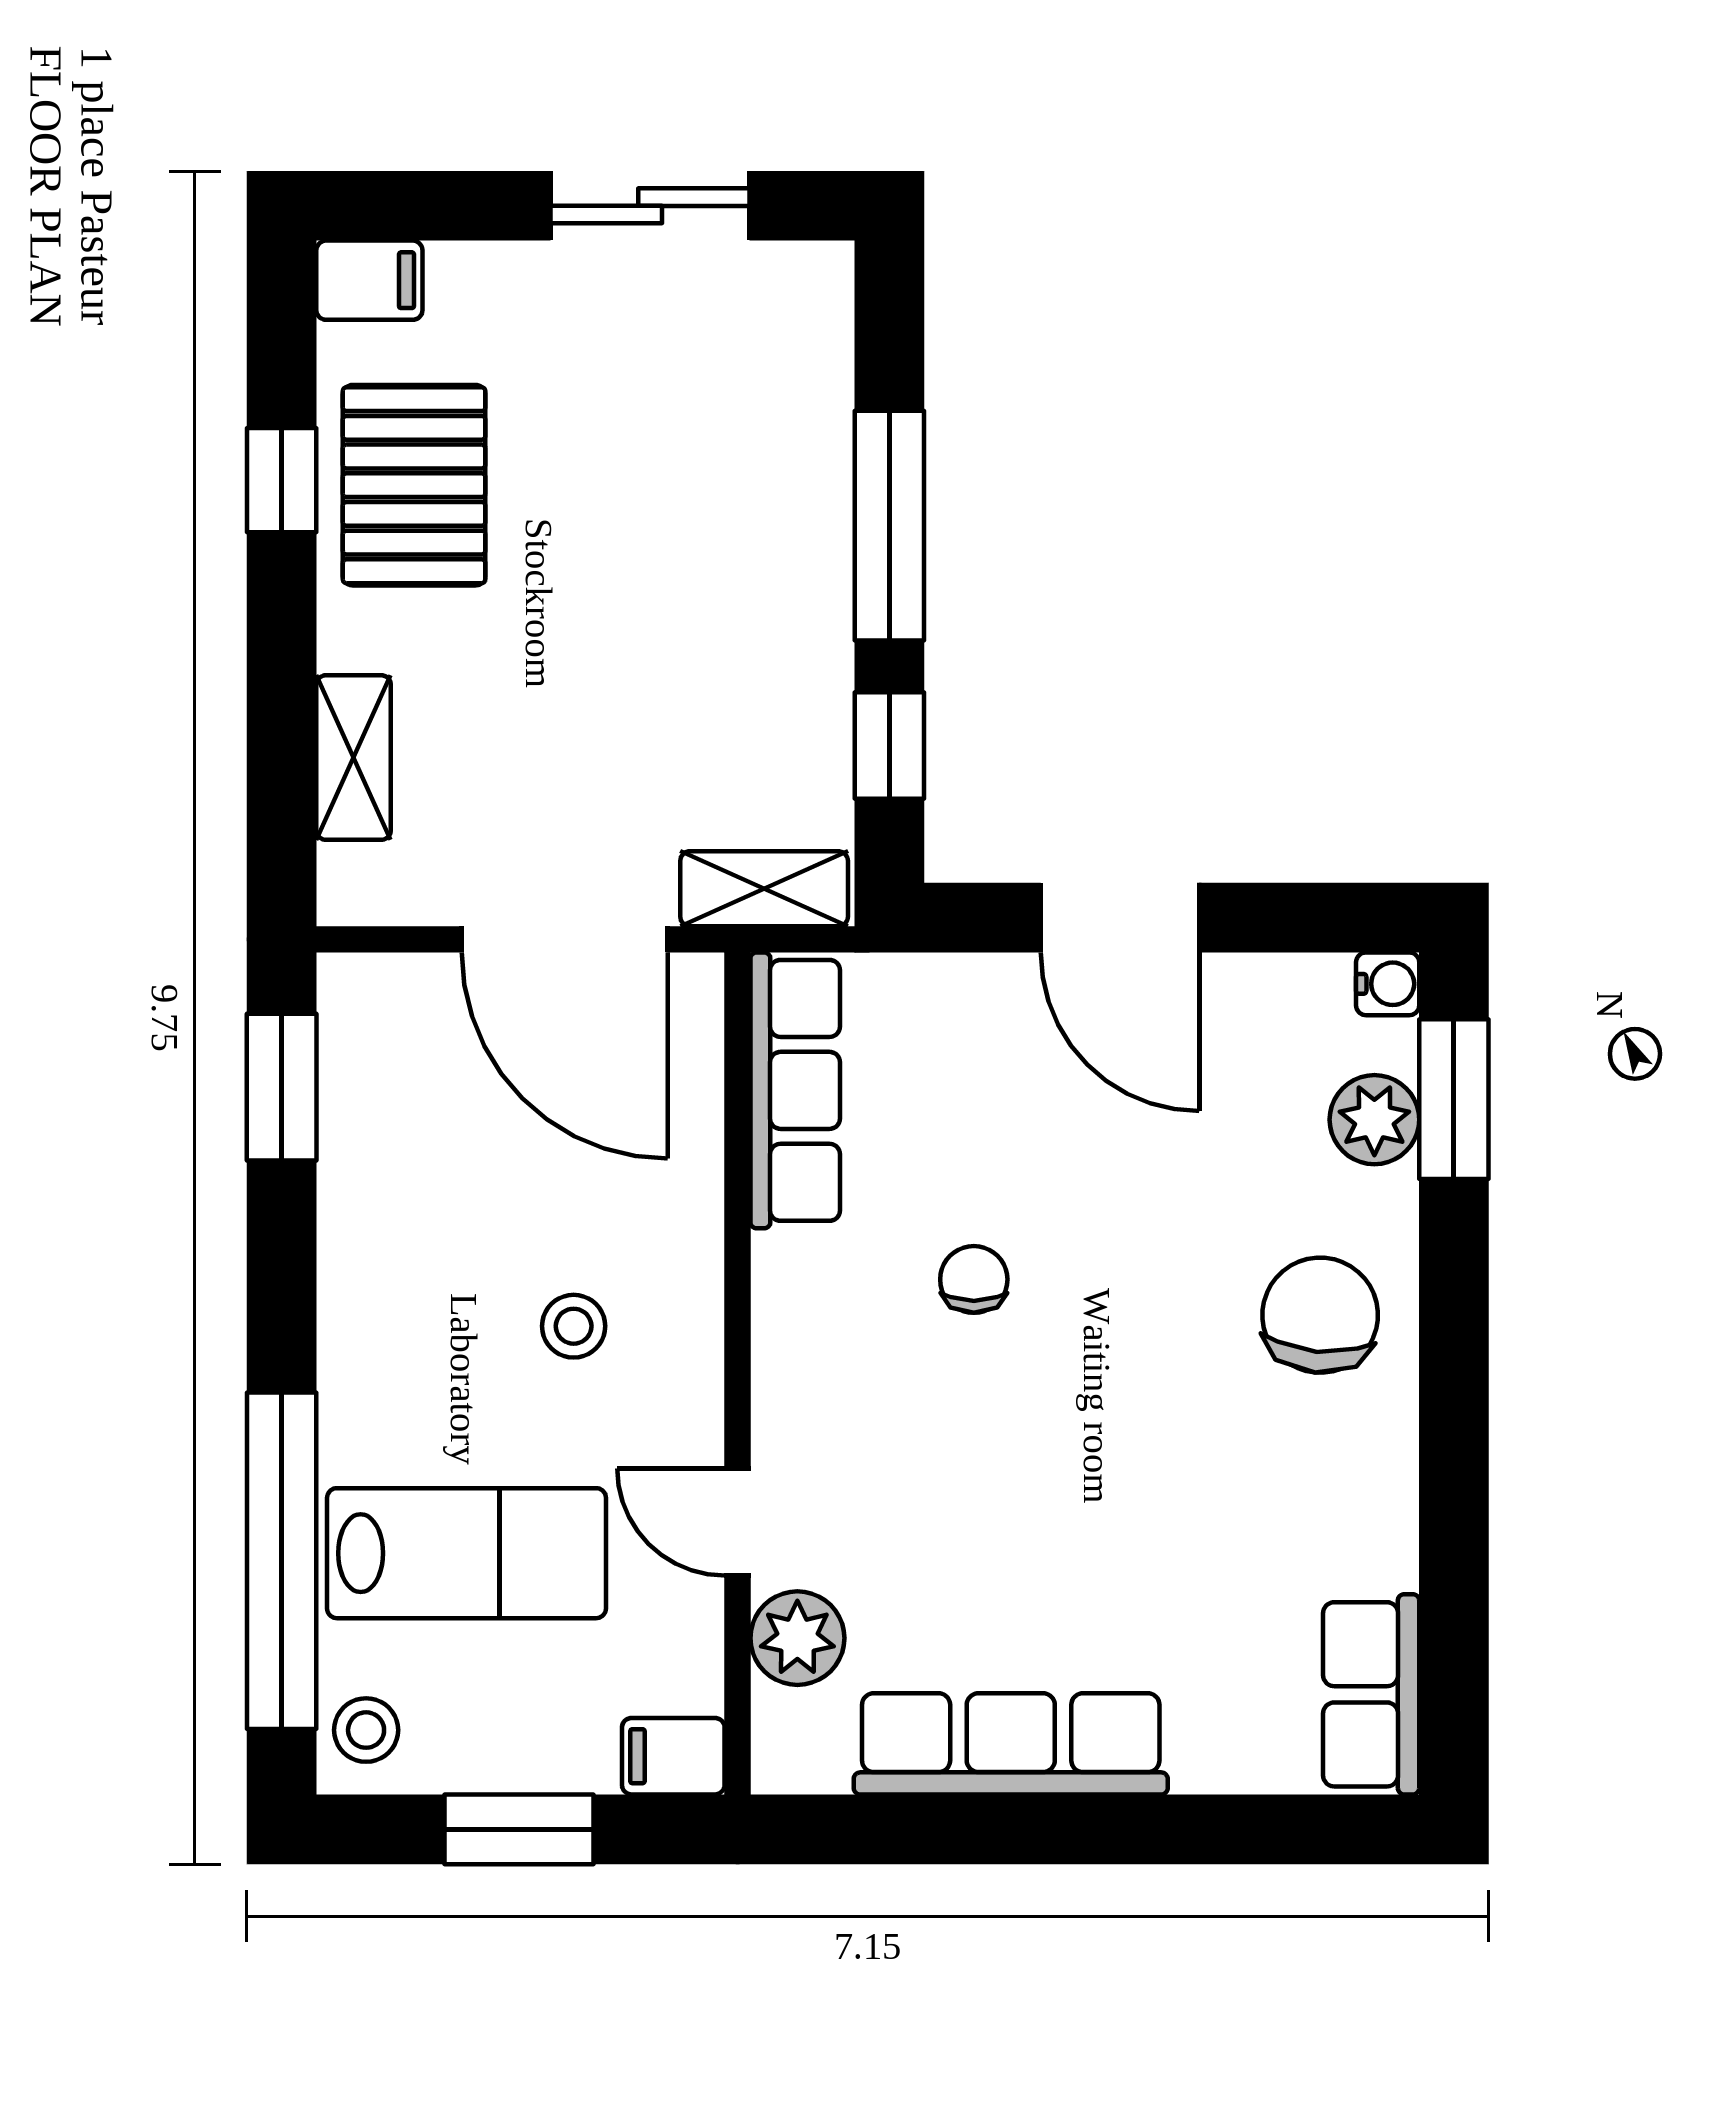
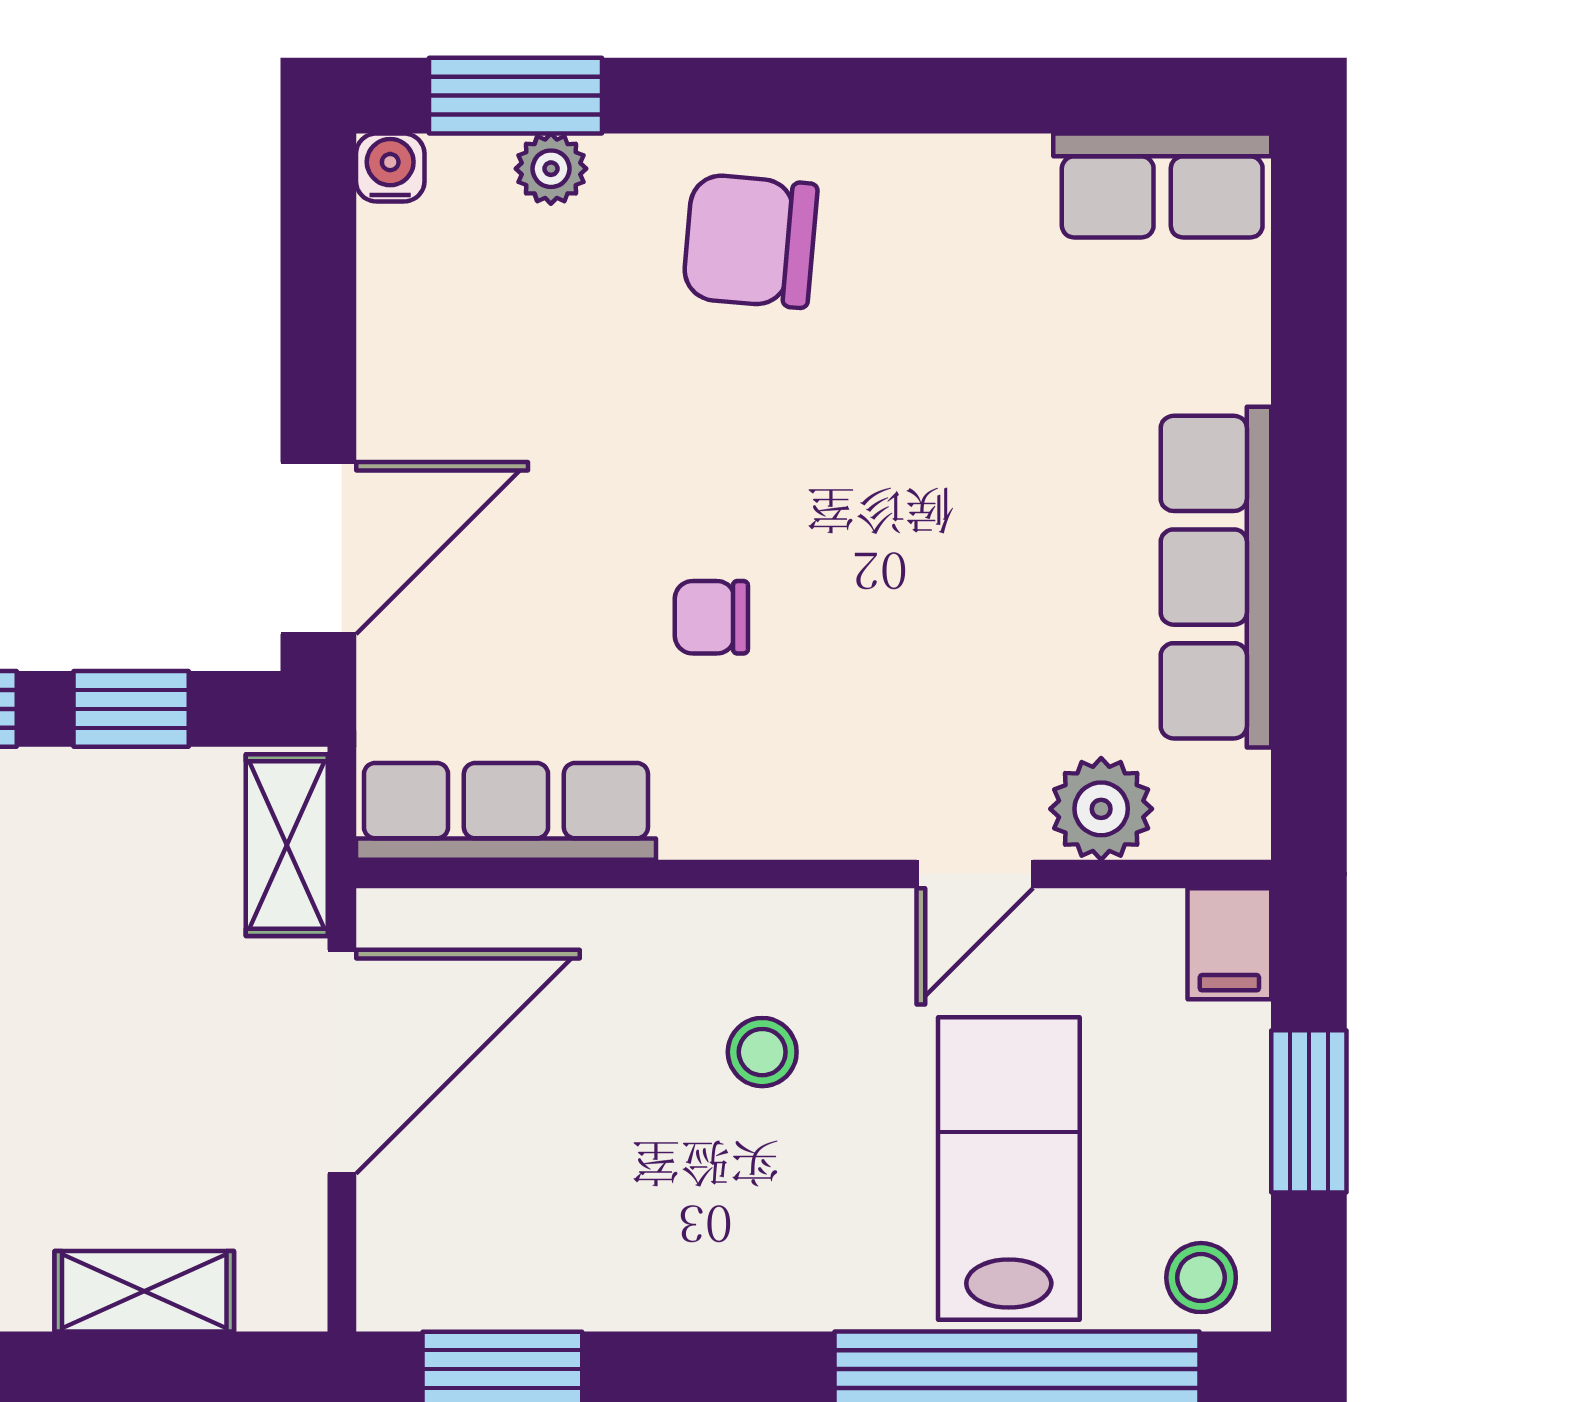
door: (1120, 918) -> (318, 548), moved
plant: (1374, 1120) -> (551, 169), width x0.73, depth x0.73

